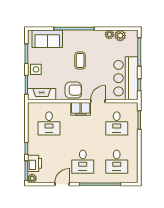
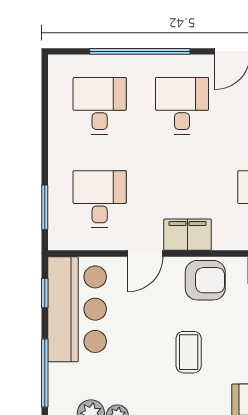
armchair: (73, 90) -> (205, 280), turned 180

